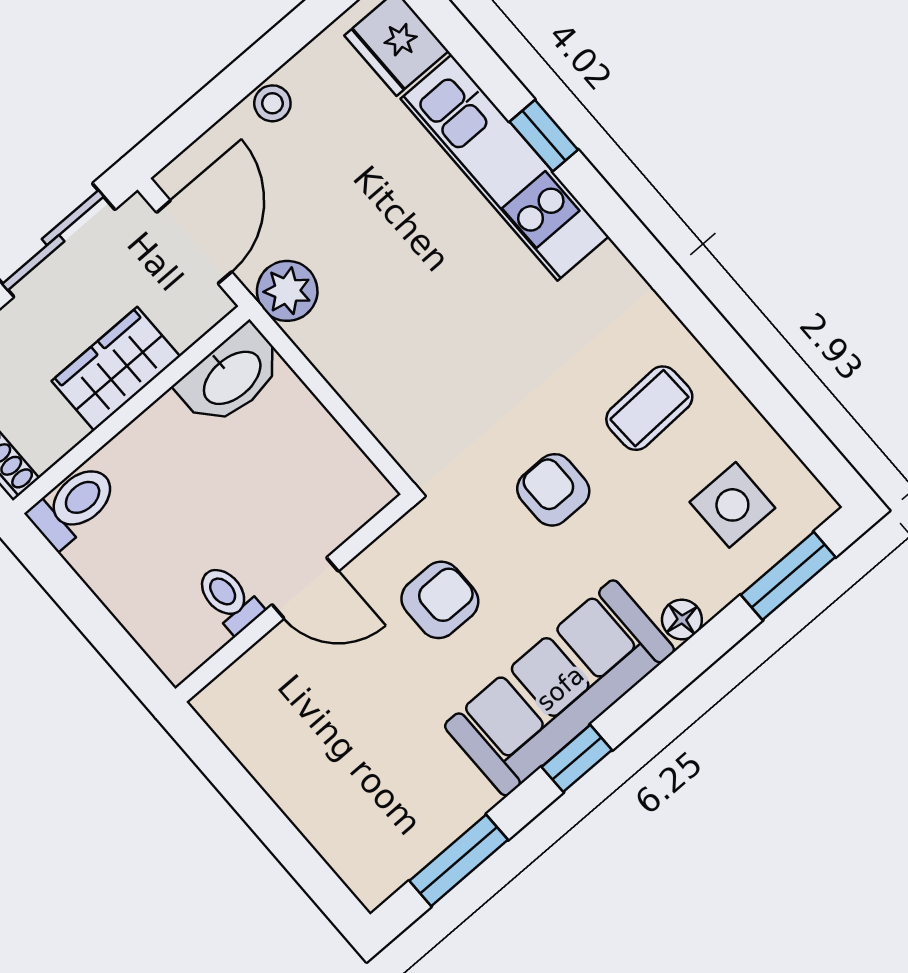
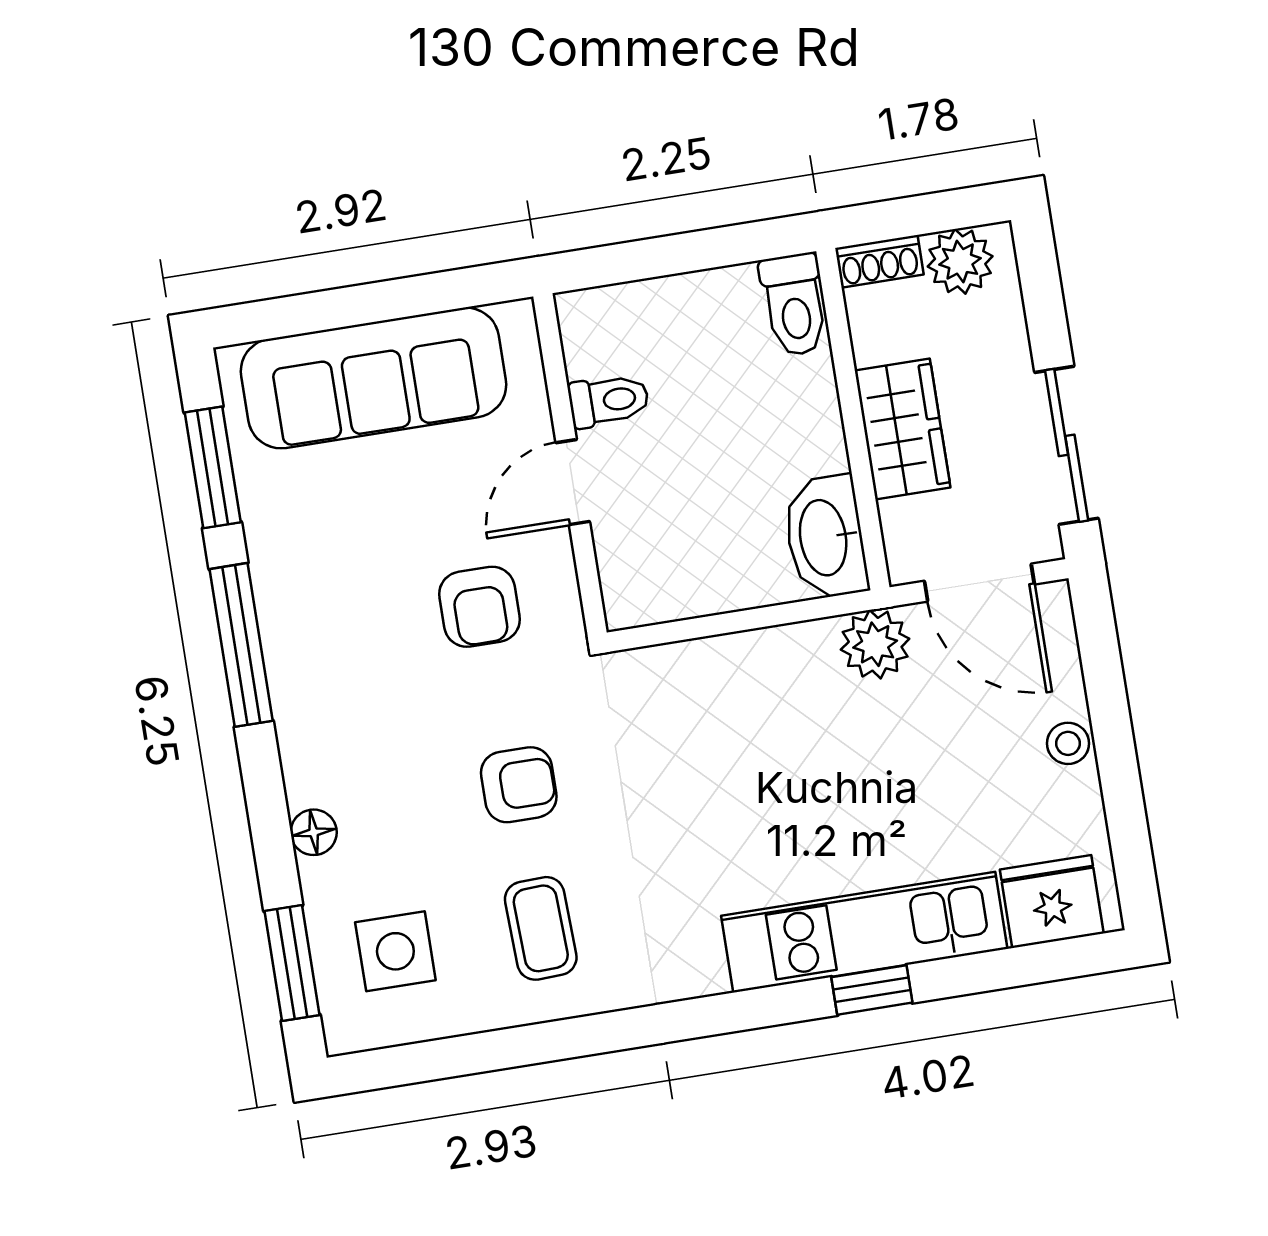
sofa: (560, 688) -> (374, 378), moved, turned 90
window: (577, 758) -> (241, 645), width x2.17

